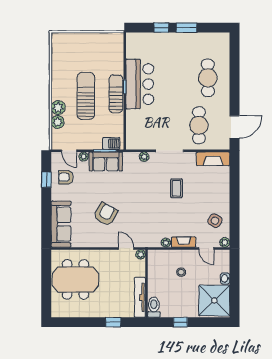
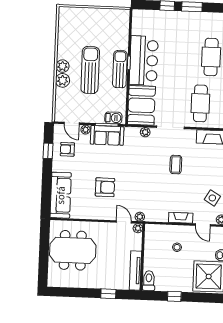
plant: (58, 122) -> (63, 66), moved
booth: (139, 130) -> (141, 105), added
armchair: (106, 214) -> (105, 187), turned 61
plant: (166, 243) -> (140, 217), moved

